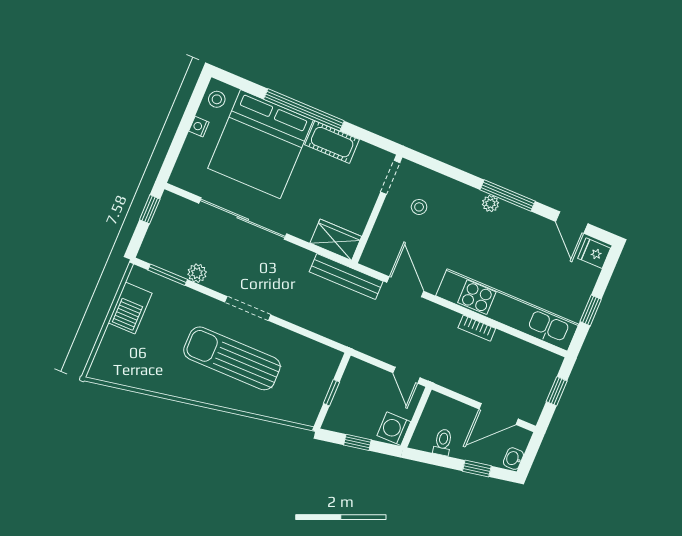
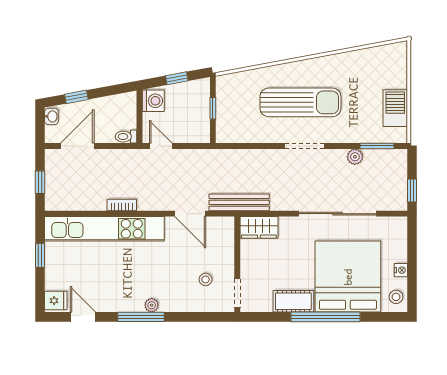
toilet: (443, 442) -> (126, 137), moved, turned 100

